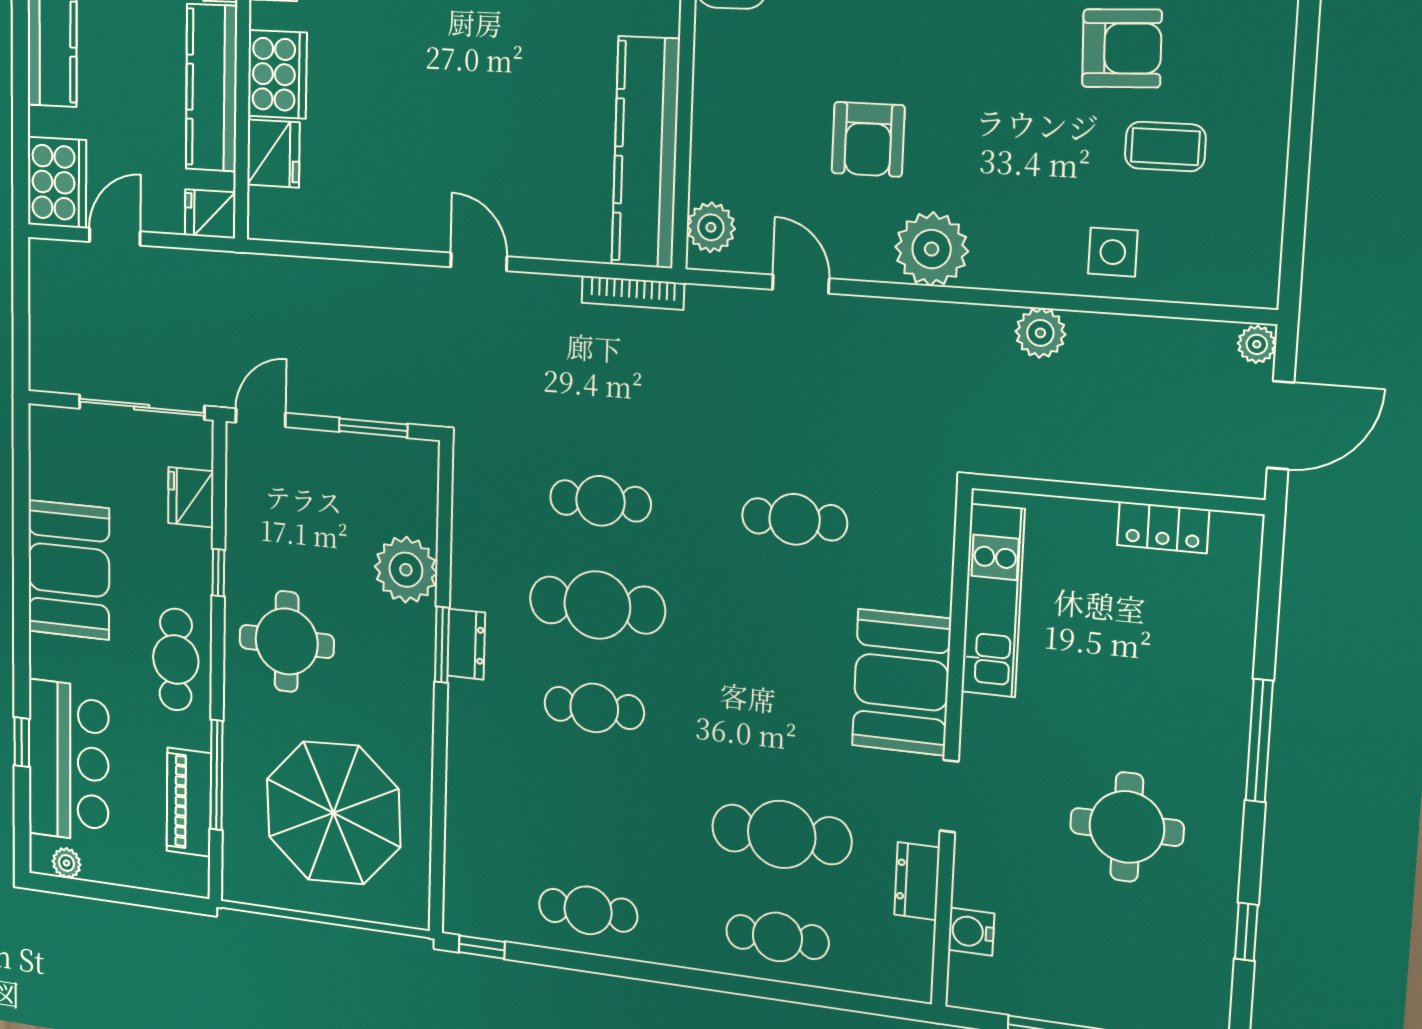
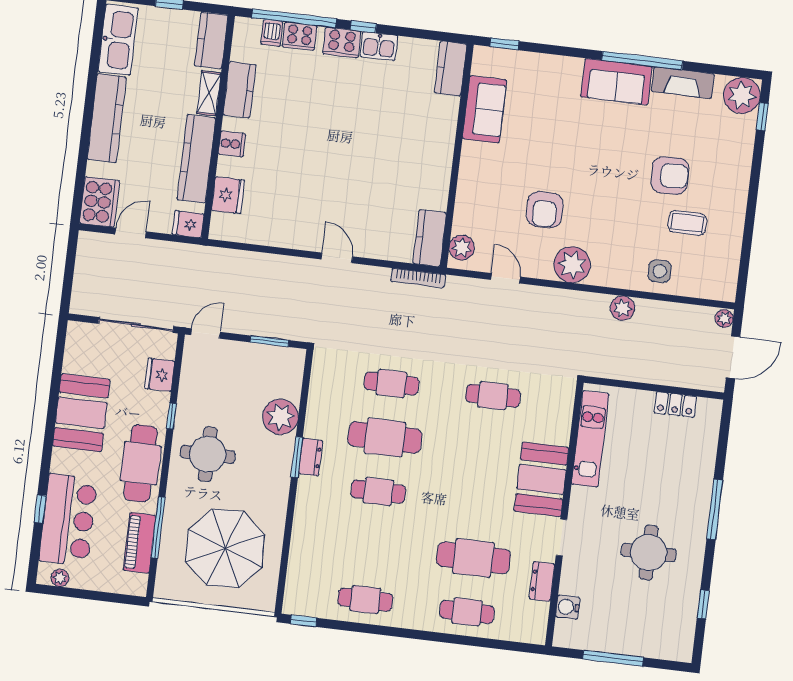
cooker: (277, 74) -> (232, 144), width x0.53, depth x0.76
kitchen counter: (646, 152) -> (430, 238), width x0.48, depth x0.86
cafe table: (176, 660) -> (141, 463), width x1.37, depth x1.35

